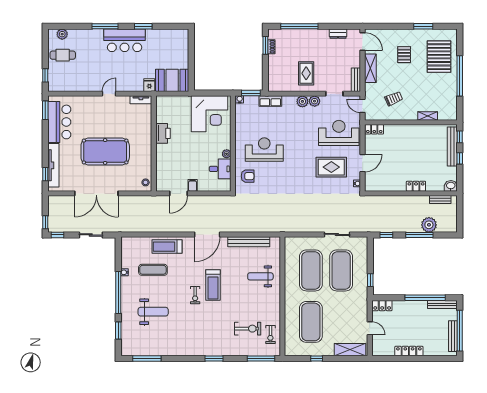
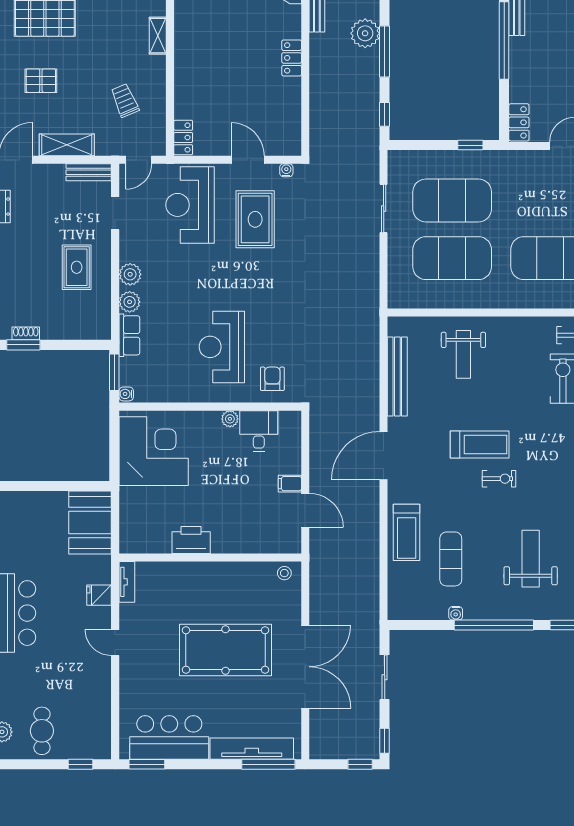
rug: (306, 73) -> (77, 267), turned 90
fridge: (149, 85) -> (99, 595), moved
plant: (315, 101) -> (130, 302), moved
pool table: (105, 151) -> (225, 650), turned 90
window: (45, 174) -> (268, 764), width x2.17
door: (207, 234) -> (384, 456), swing flipped

